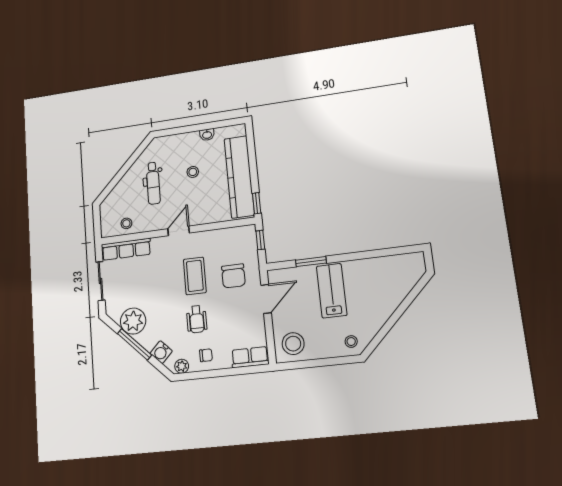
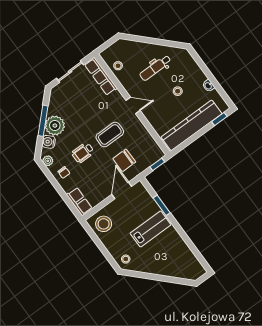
window: (257, 203) -> (219, 119), moved
door: (266, 299) -> (122, 190), swing flipped
plant: (133, 321) -> (55, 126), moved

